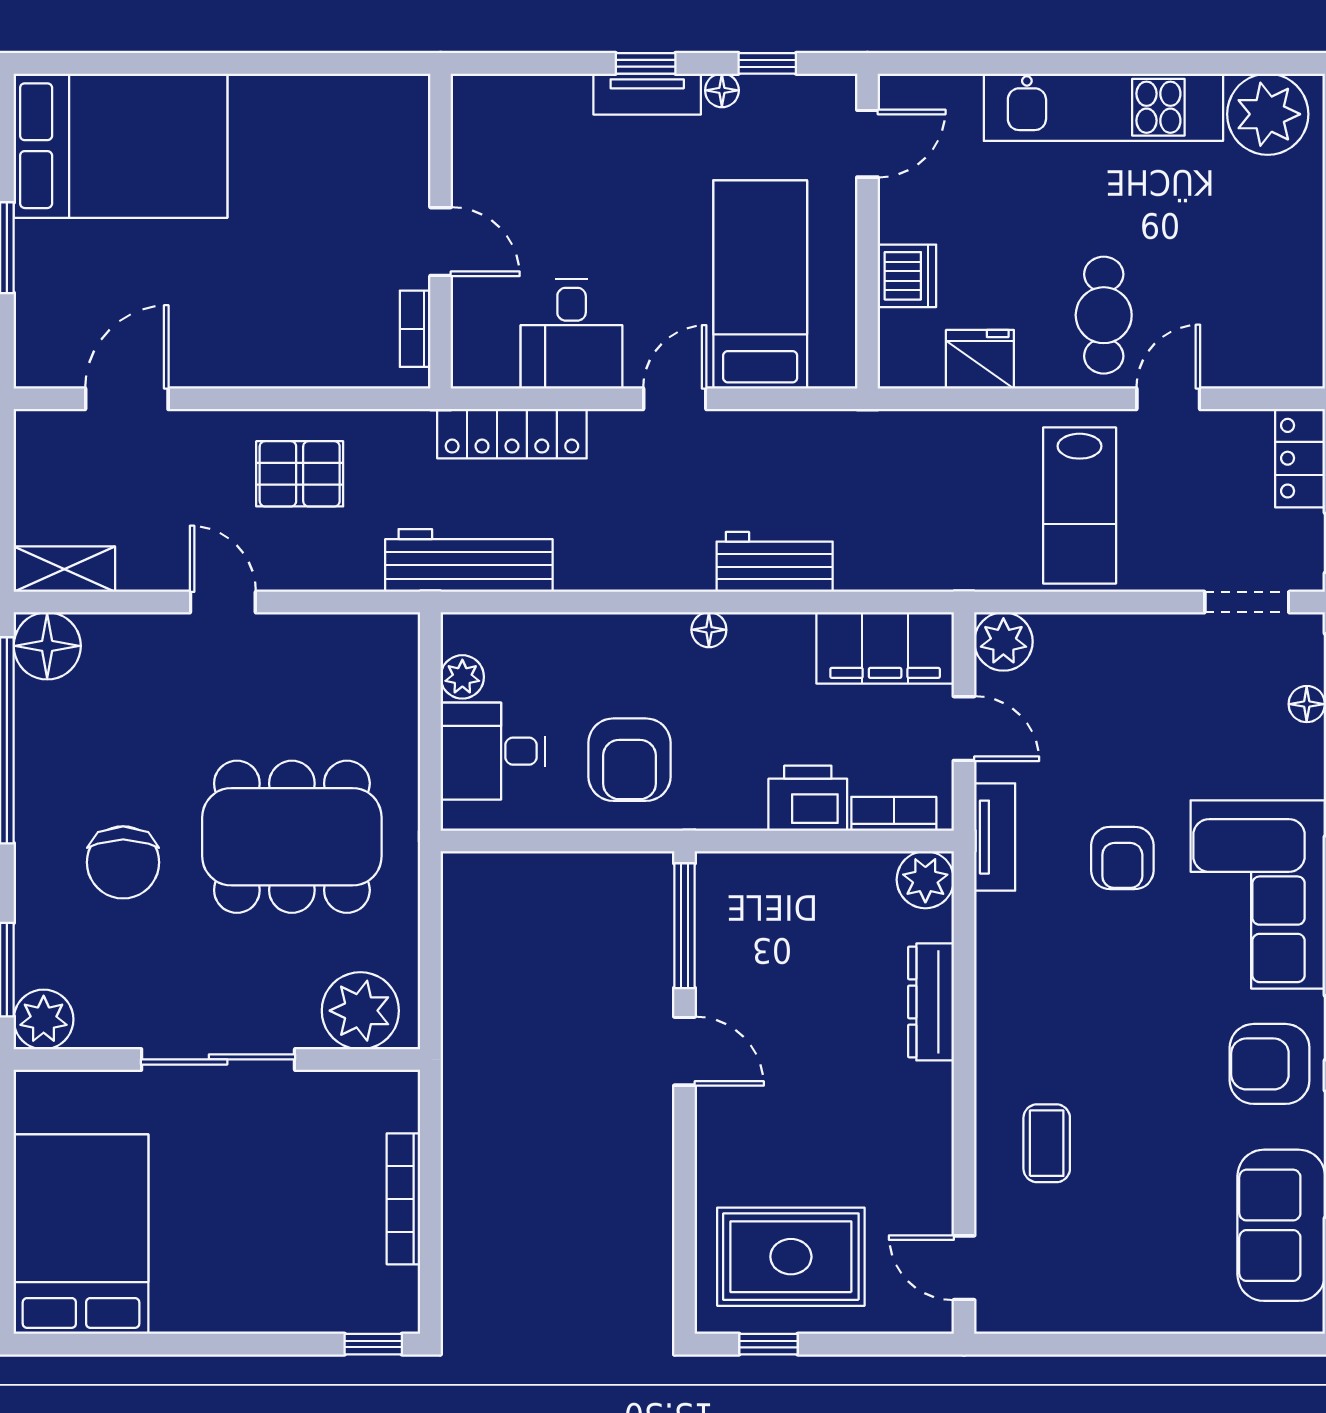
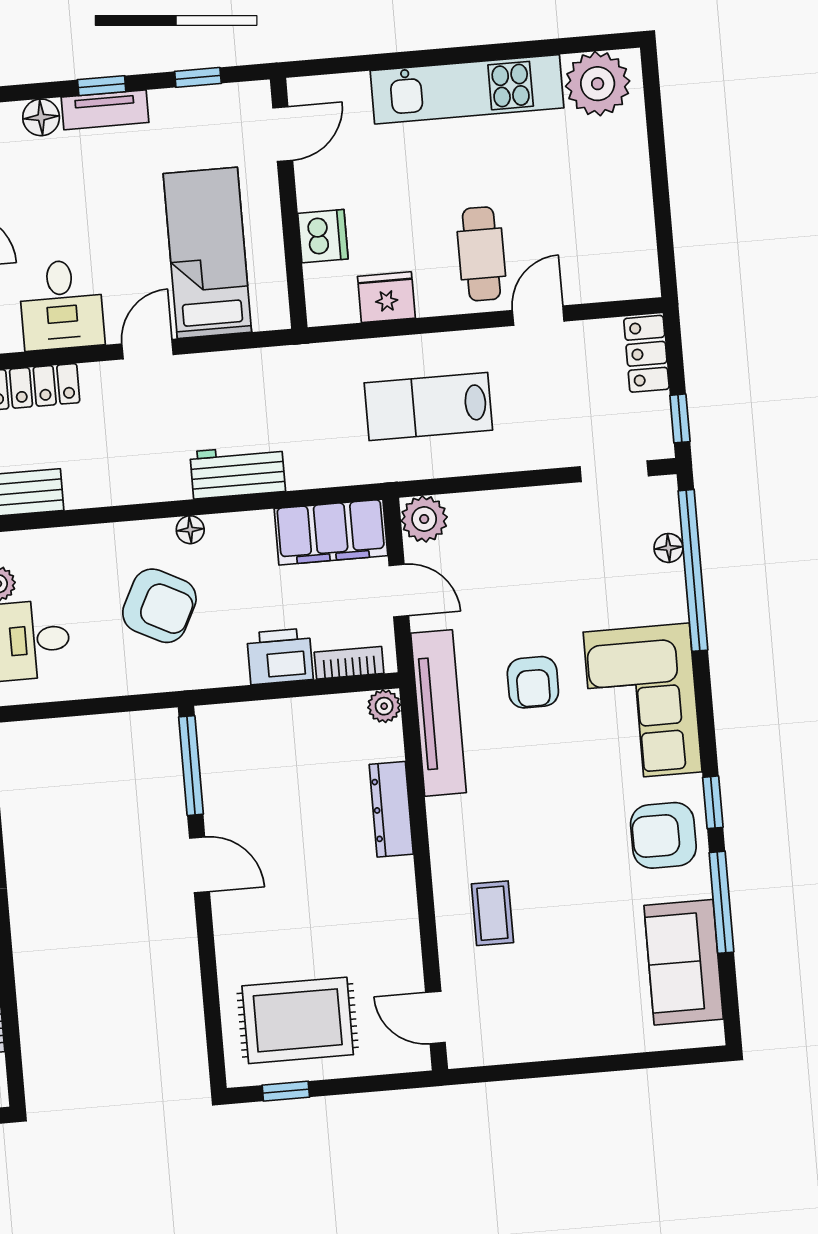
floor lamp: (722, 90) -> (41, 117), moved, width x1.37, depth x1.37
lab bench: (1080, 506) -> (428, 406), moved, turned 90
armchair: (630, 760) -> (159, 606), moved, turned -63
tv unit: (995, 837) -> (438, 713), width x1.92, depth x1.29
plant: (925, 880) -> (384, 706), width x0.73, depth x0.73

